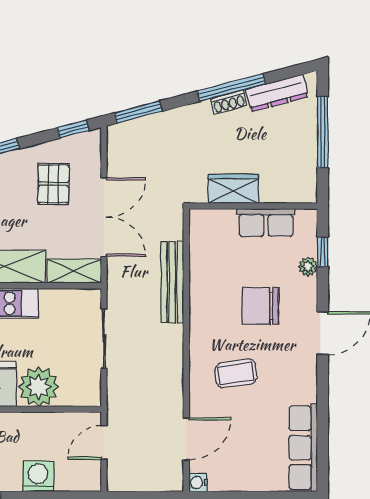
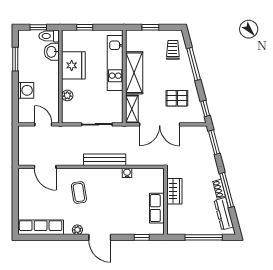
plant: (308, 266) -> (77, 230), moved
bench: (172, 282) -> (105, 160), moved
chair: (260, 306) -> (114, 205), removed
plant: (39, 387) -> (67, 95), width x0.53, depth x0.53
water cooler: (198, 482) -> (127, 173), moved

